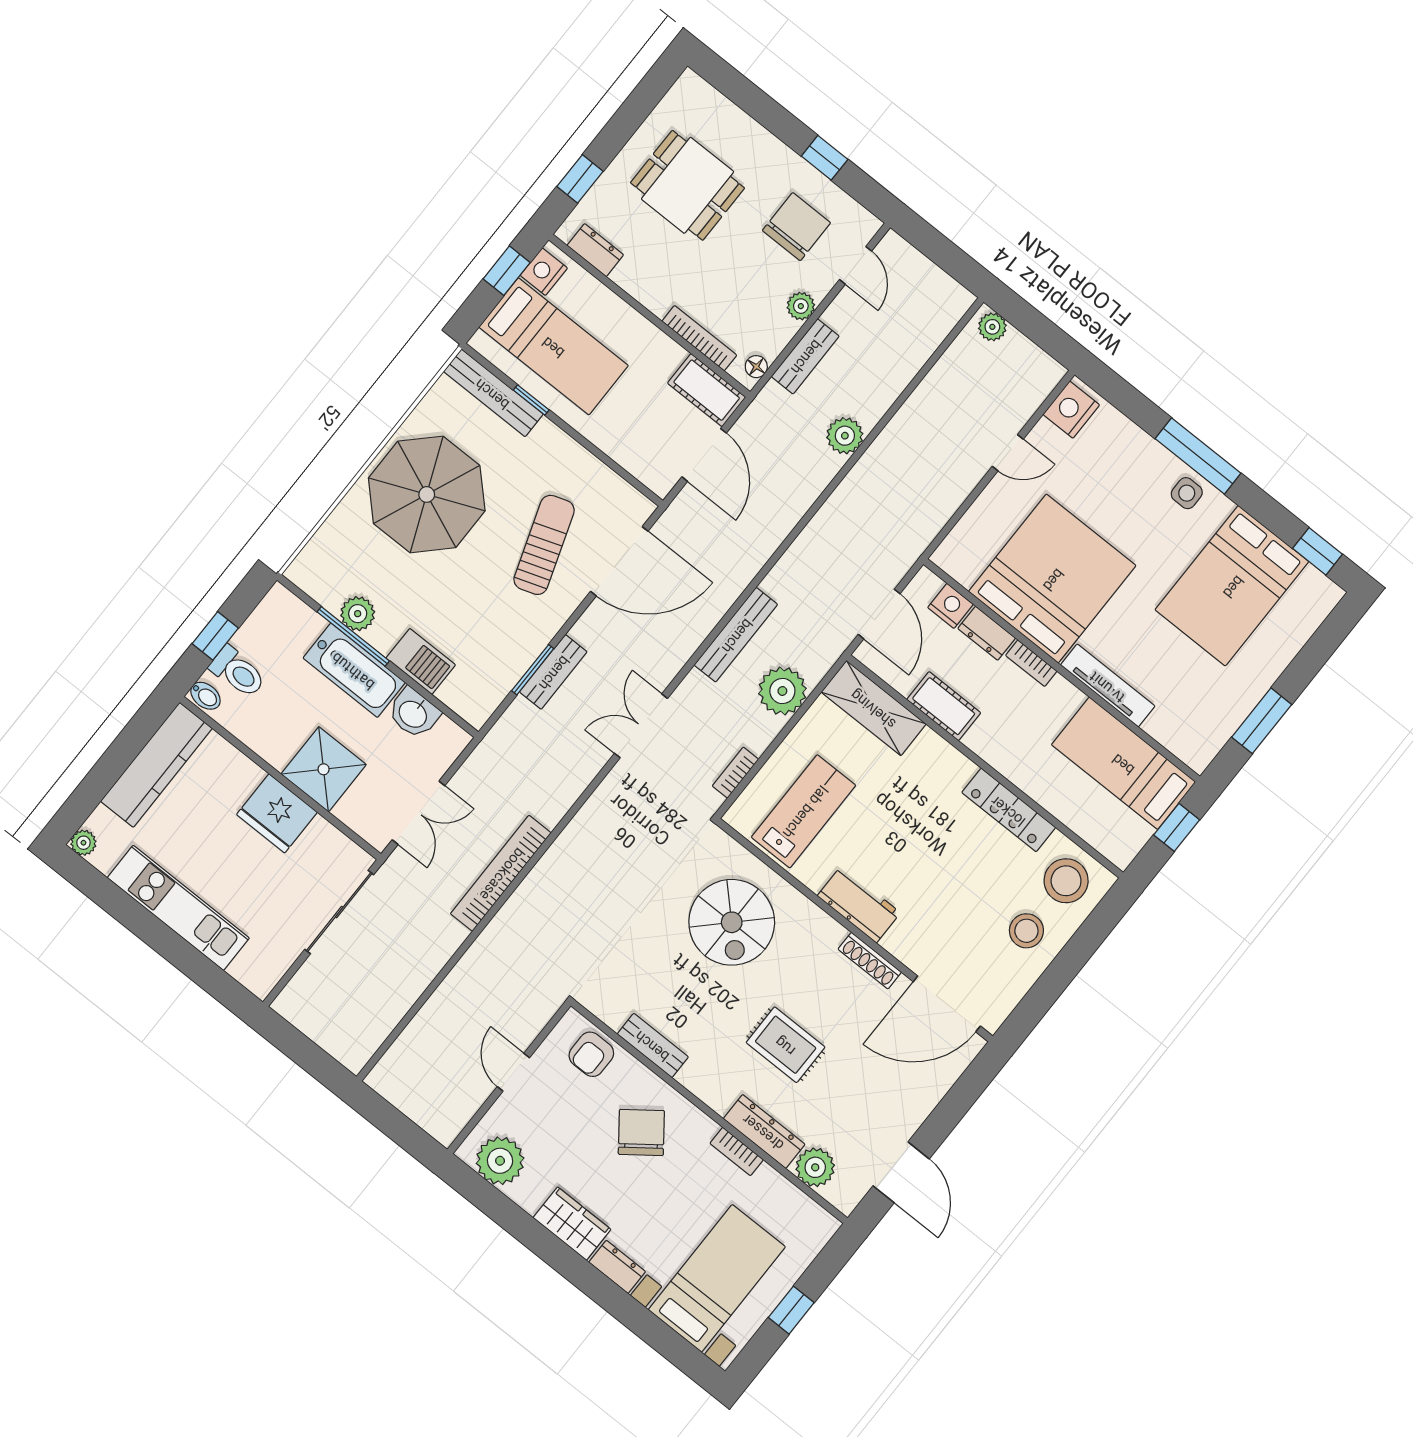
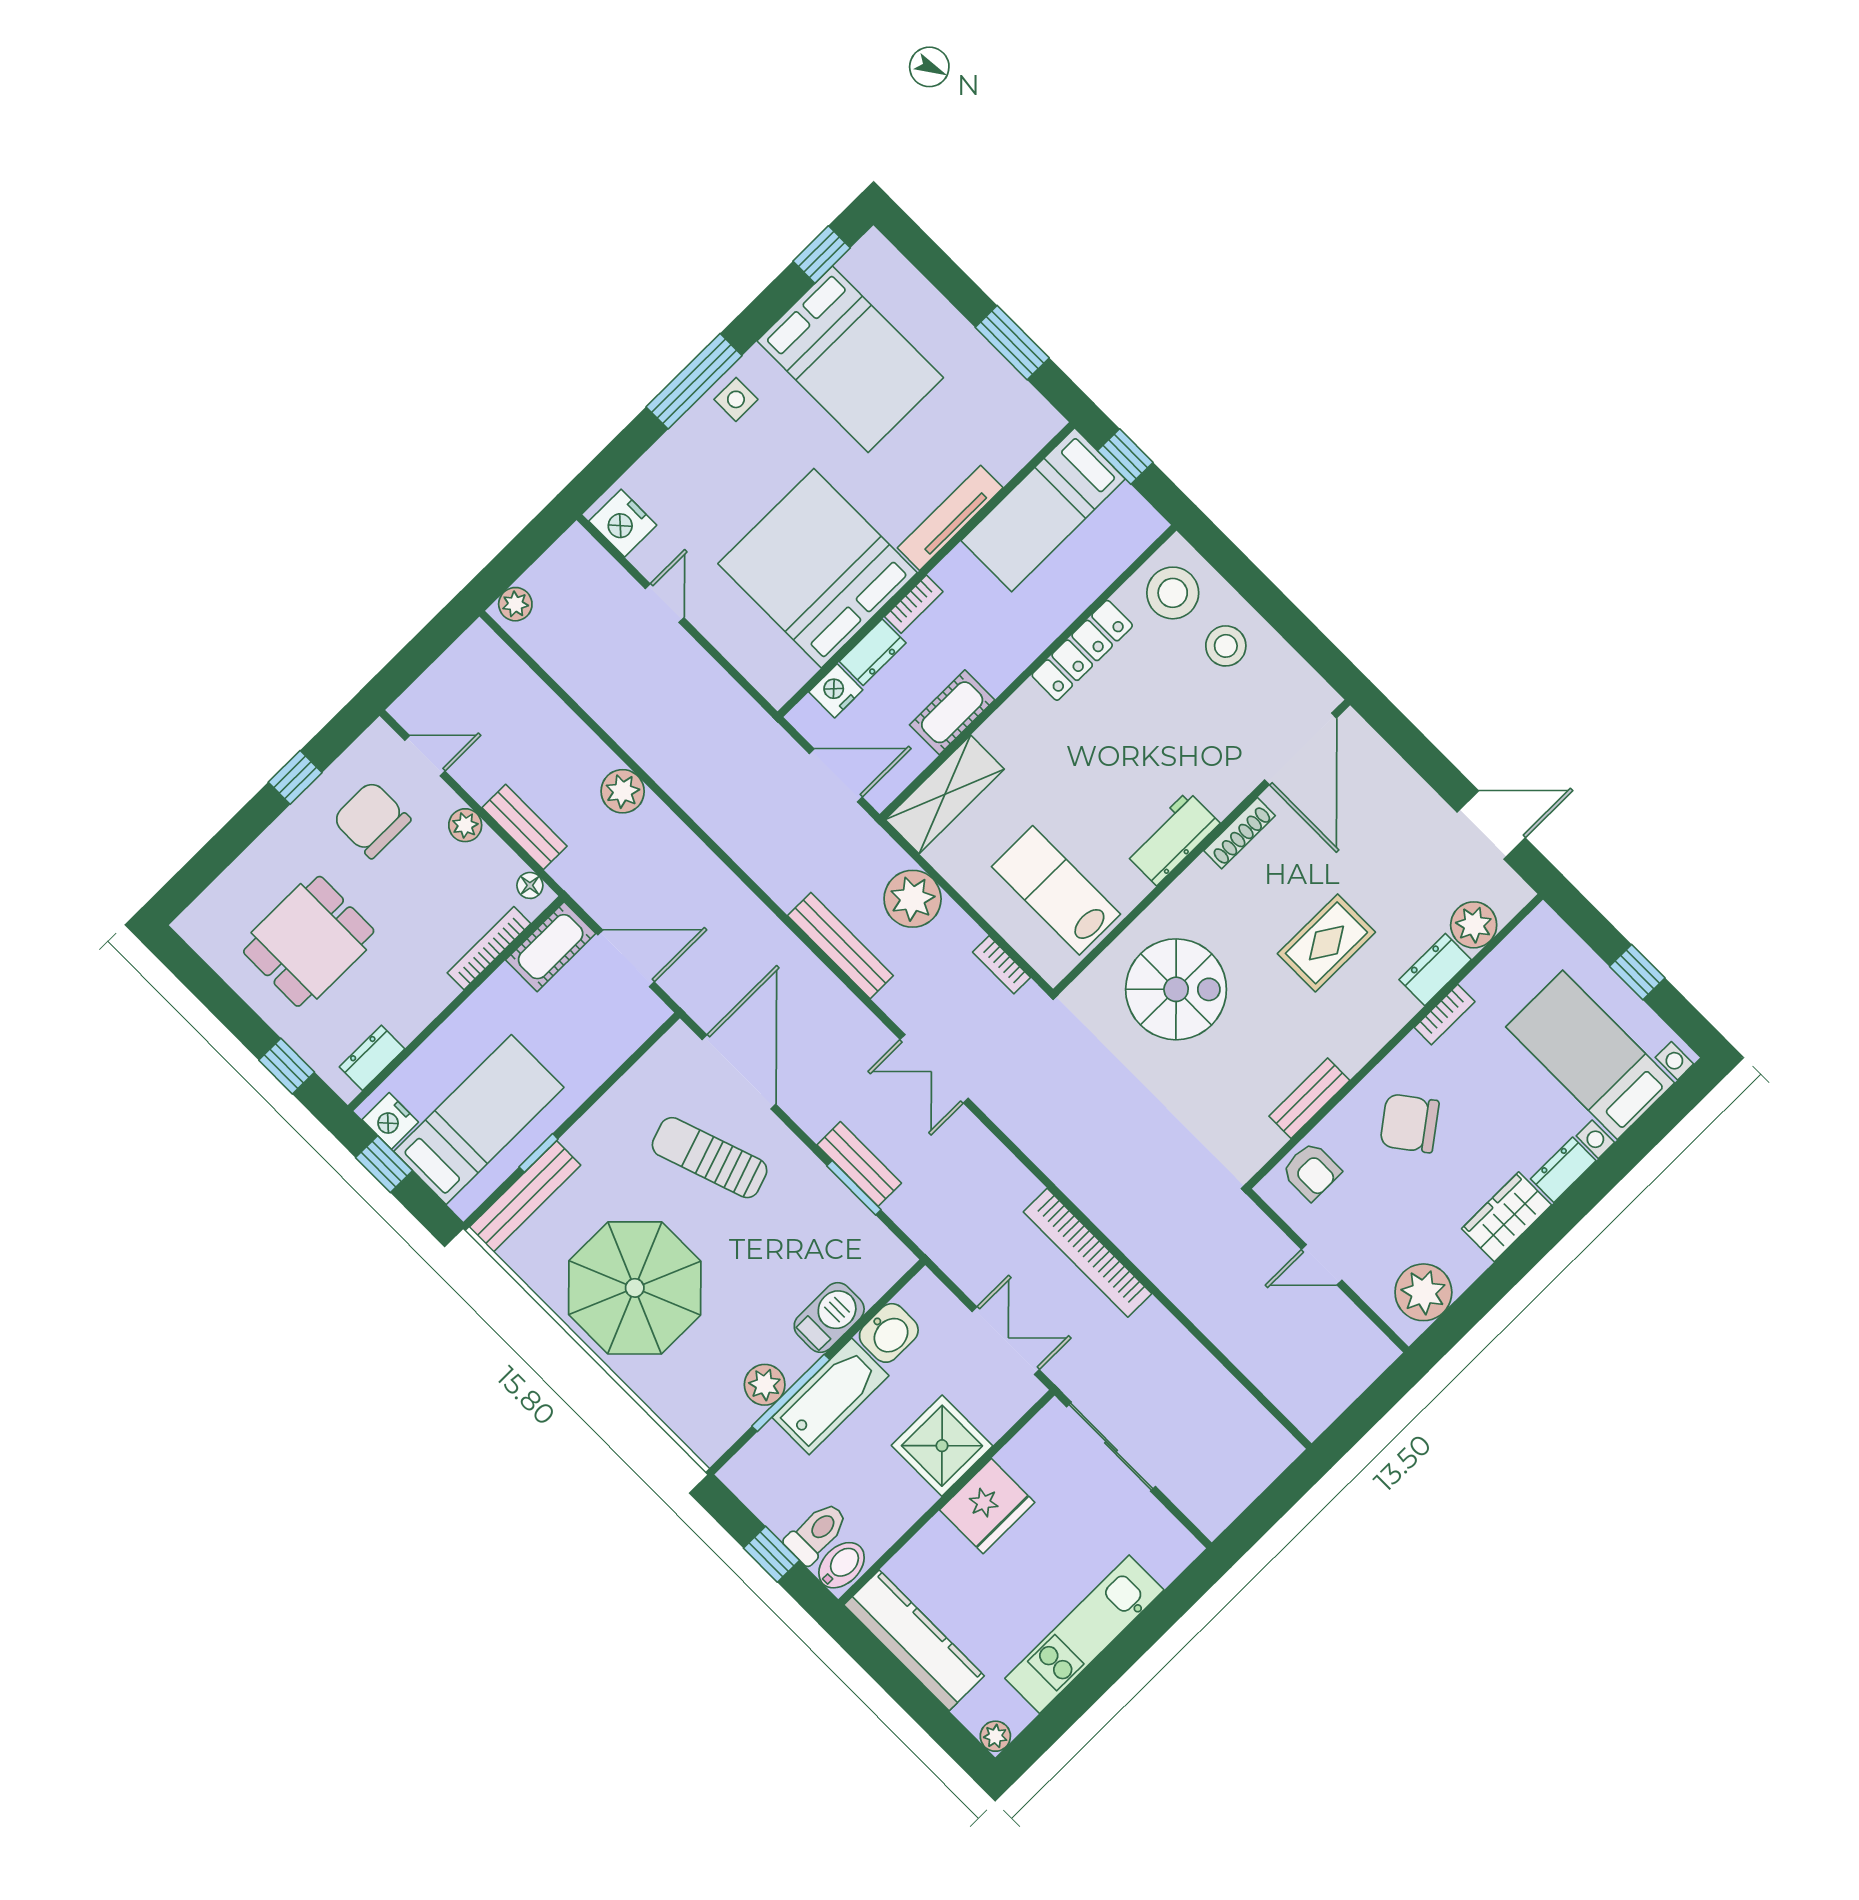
bidet: (205, 696) -> (842, 1565), width x1.38, depth x1.36
dresser: (764, 1131) -> (1435, 970), width x0.70

